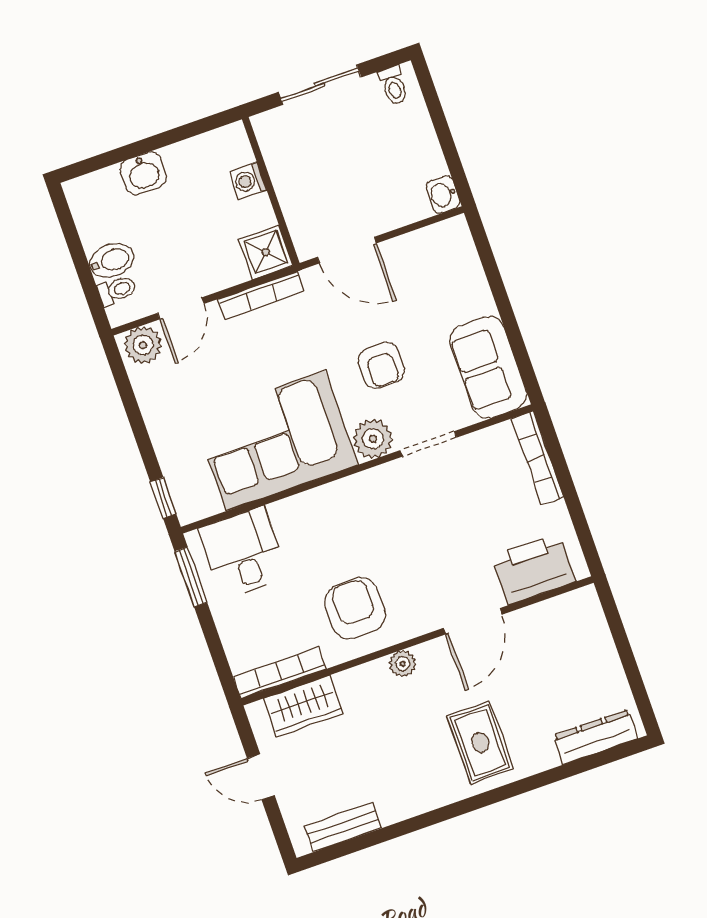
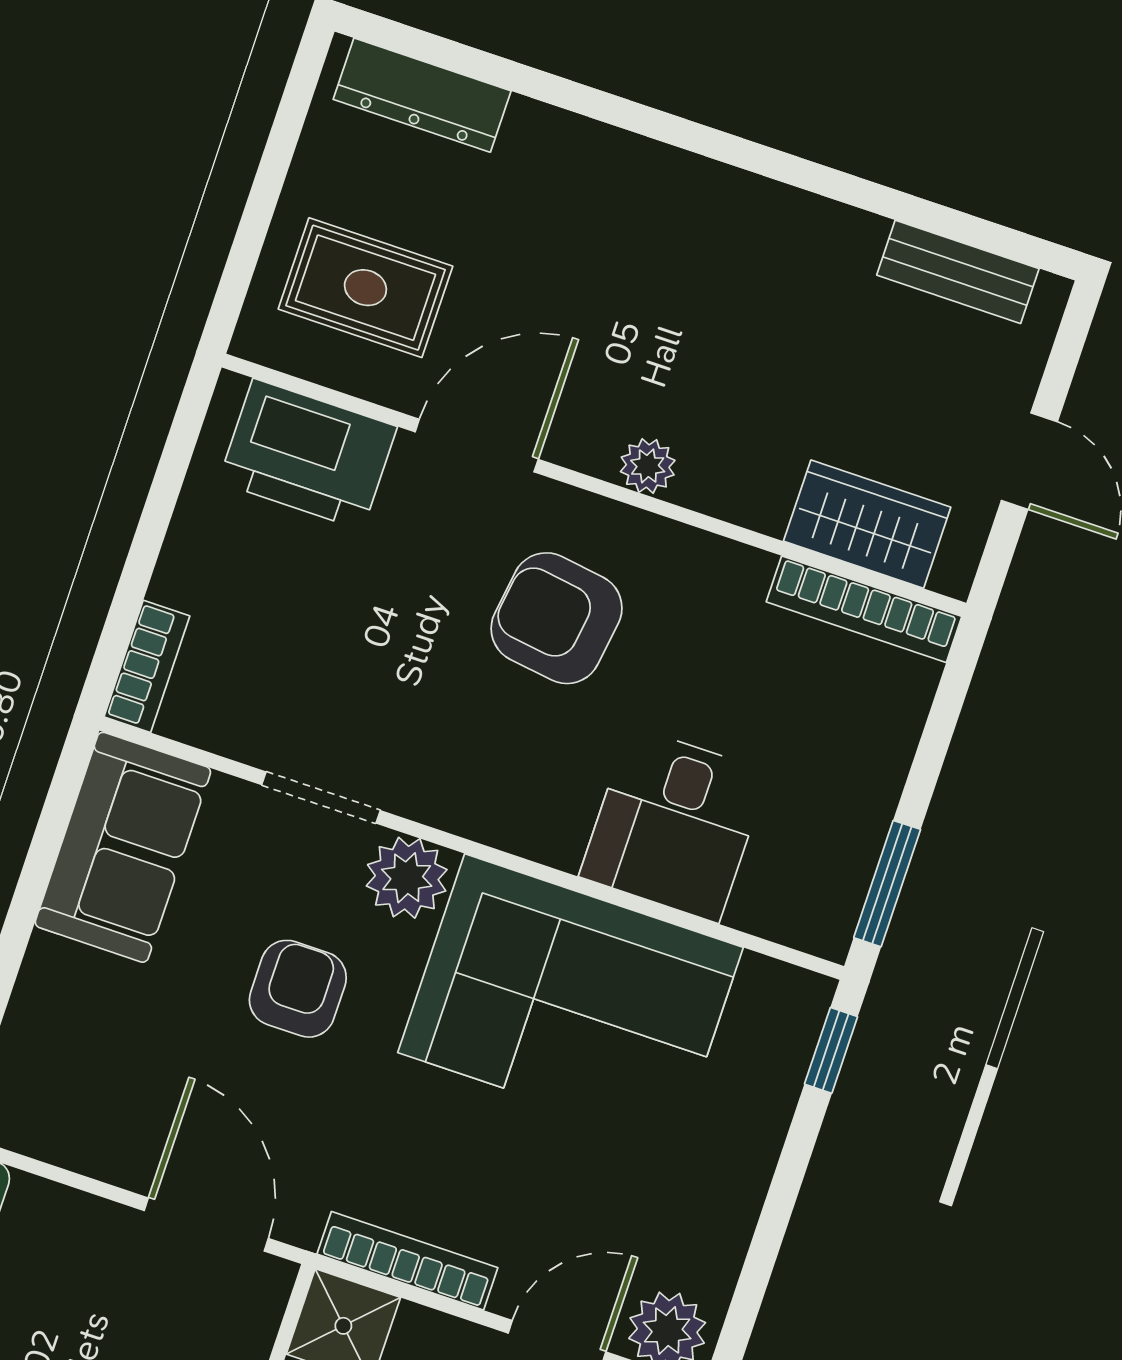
bookcase: (537, 458) -> (147, 666), width x0.64
desk: (243, 553) -> (674, 824), moved
armchair: (355, 608) -> (557, 618), moved, turned 98
rug: (480, 742) -> (365, 288), moved, turned 90

